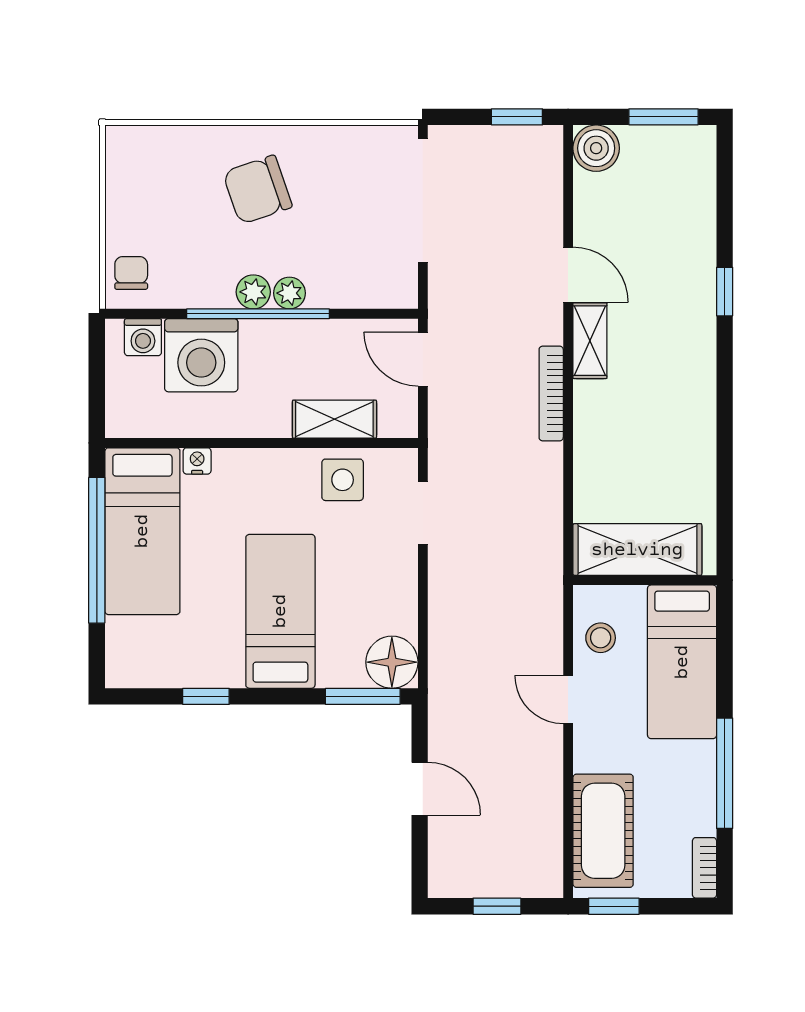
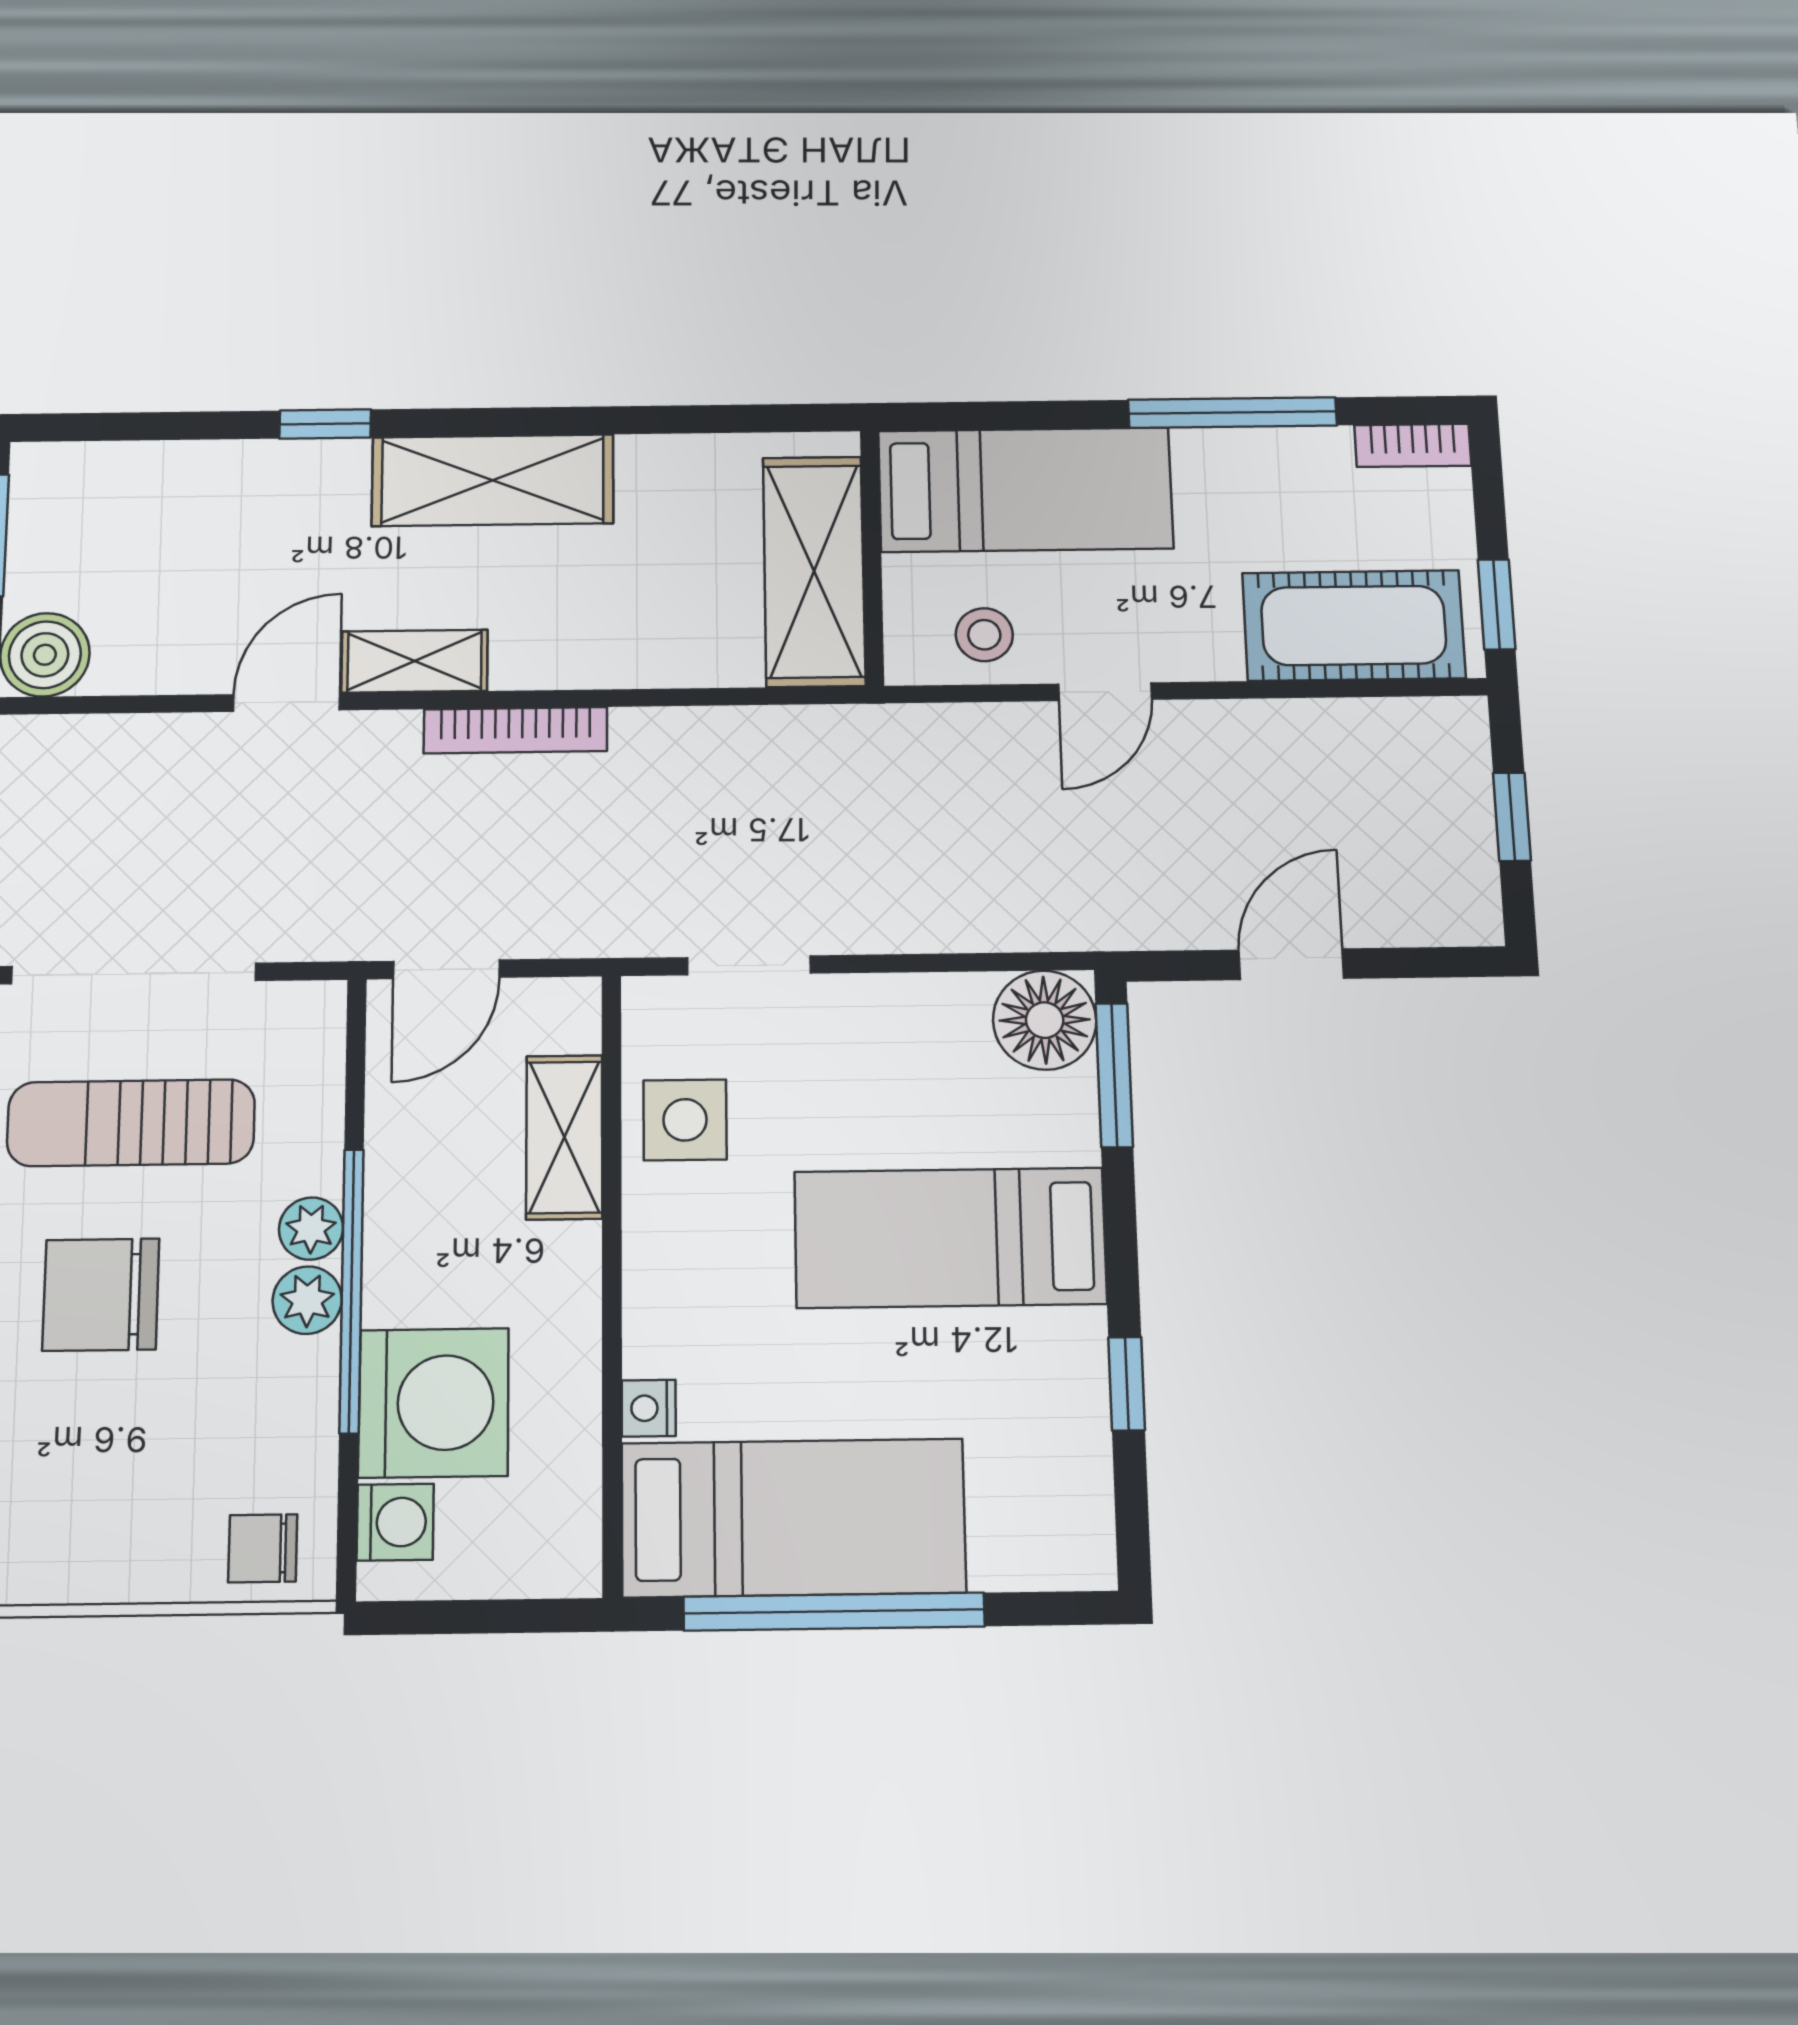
chair: (257, 190) -> (101, 1295), turned 109
sun lounger: (345, 202) -> (131, 1123), added
shelving: (691, 381) -> (493, 480), added

